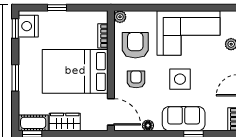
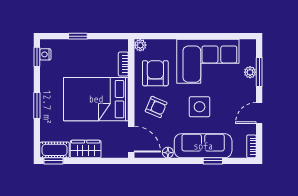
nightstand: (28, 26) -> (45, 54), width x0.53, depth x0.56
armchair: (136, 79) -> (156, 107), turned 113
sofa: (184, 119) -> (203, 146), width x1.36

